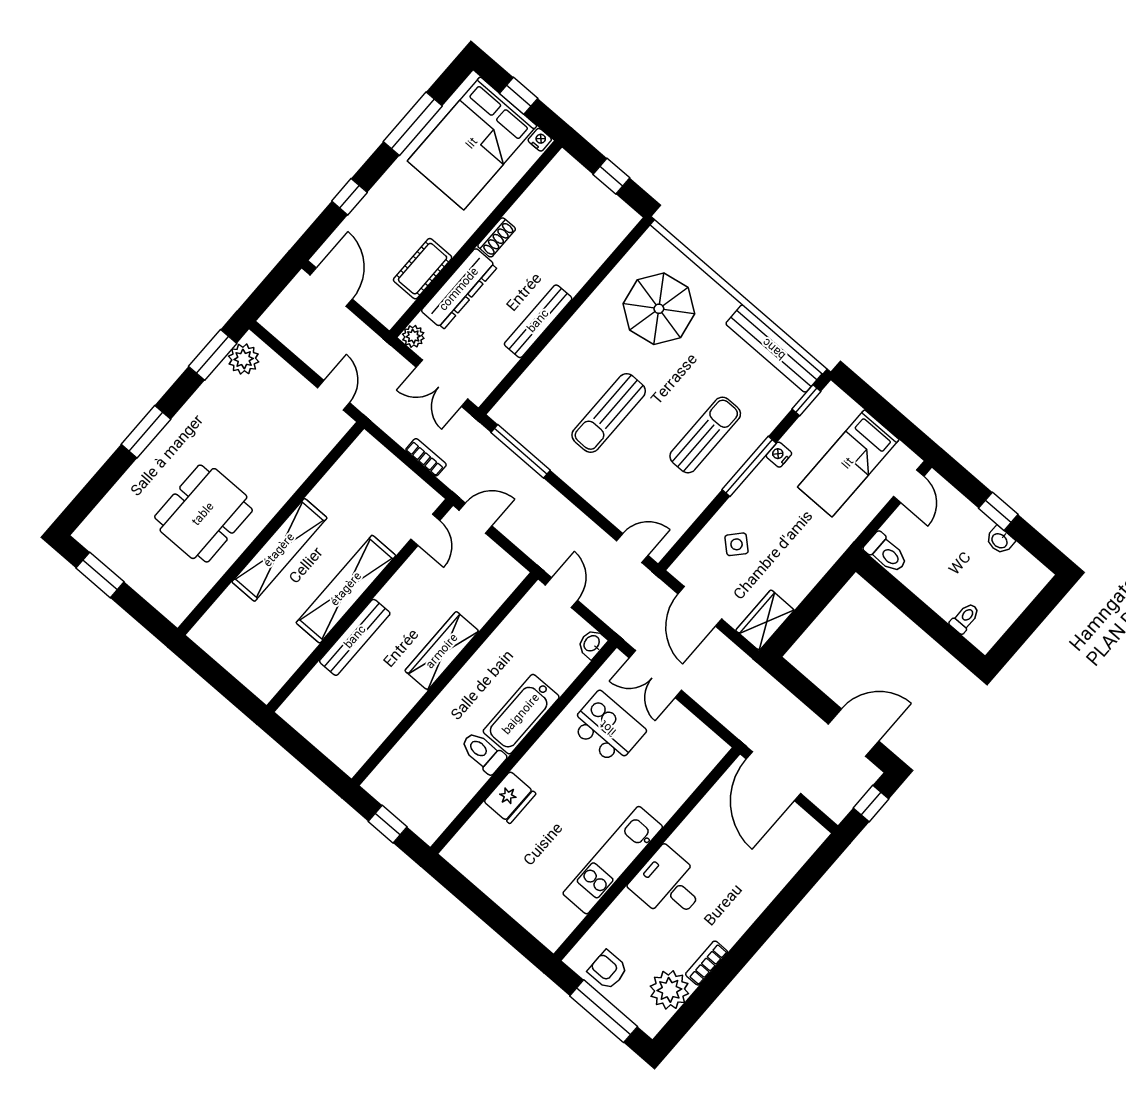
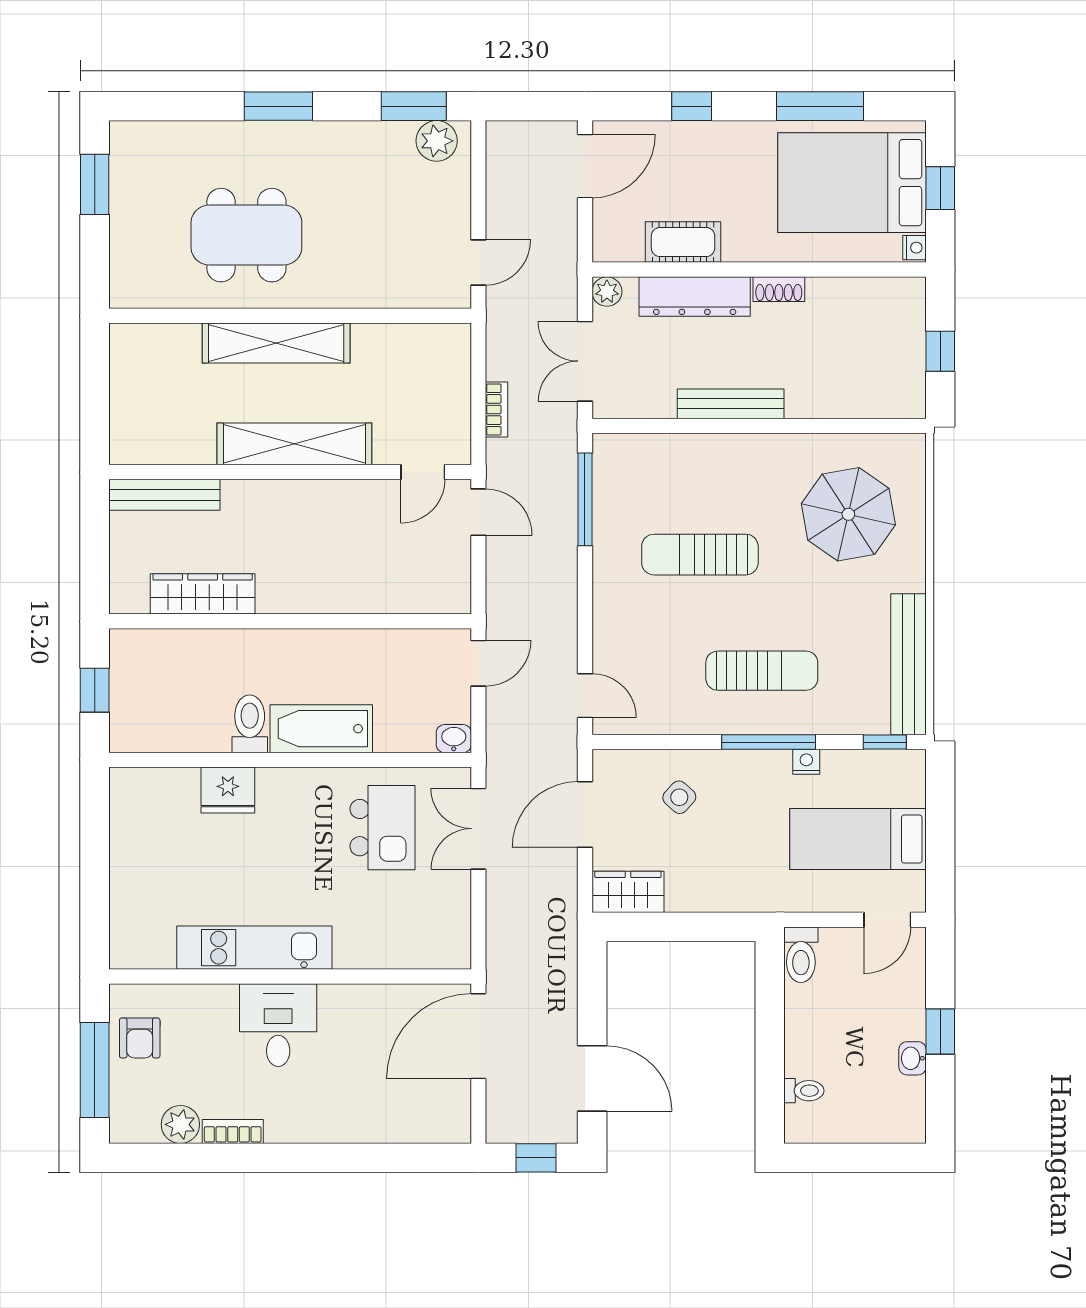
bench: (355, 637) -> (164, 495), moved
wardrobe: (442, 651) -> (203, 594), moved
armchair: (608, 970) -> (140, 1038), turned 180
plant: (669, 990) -> (180, 1124), width x0.73, depth x0.73

